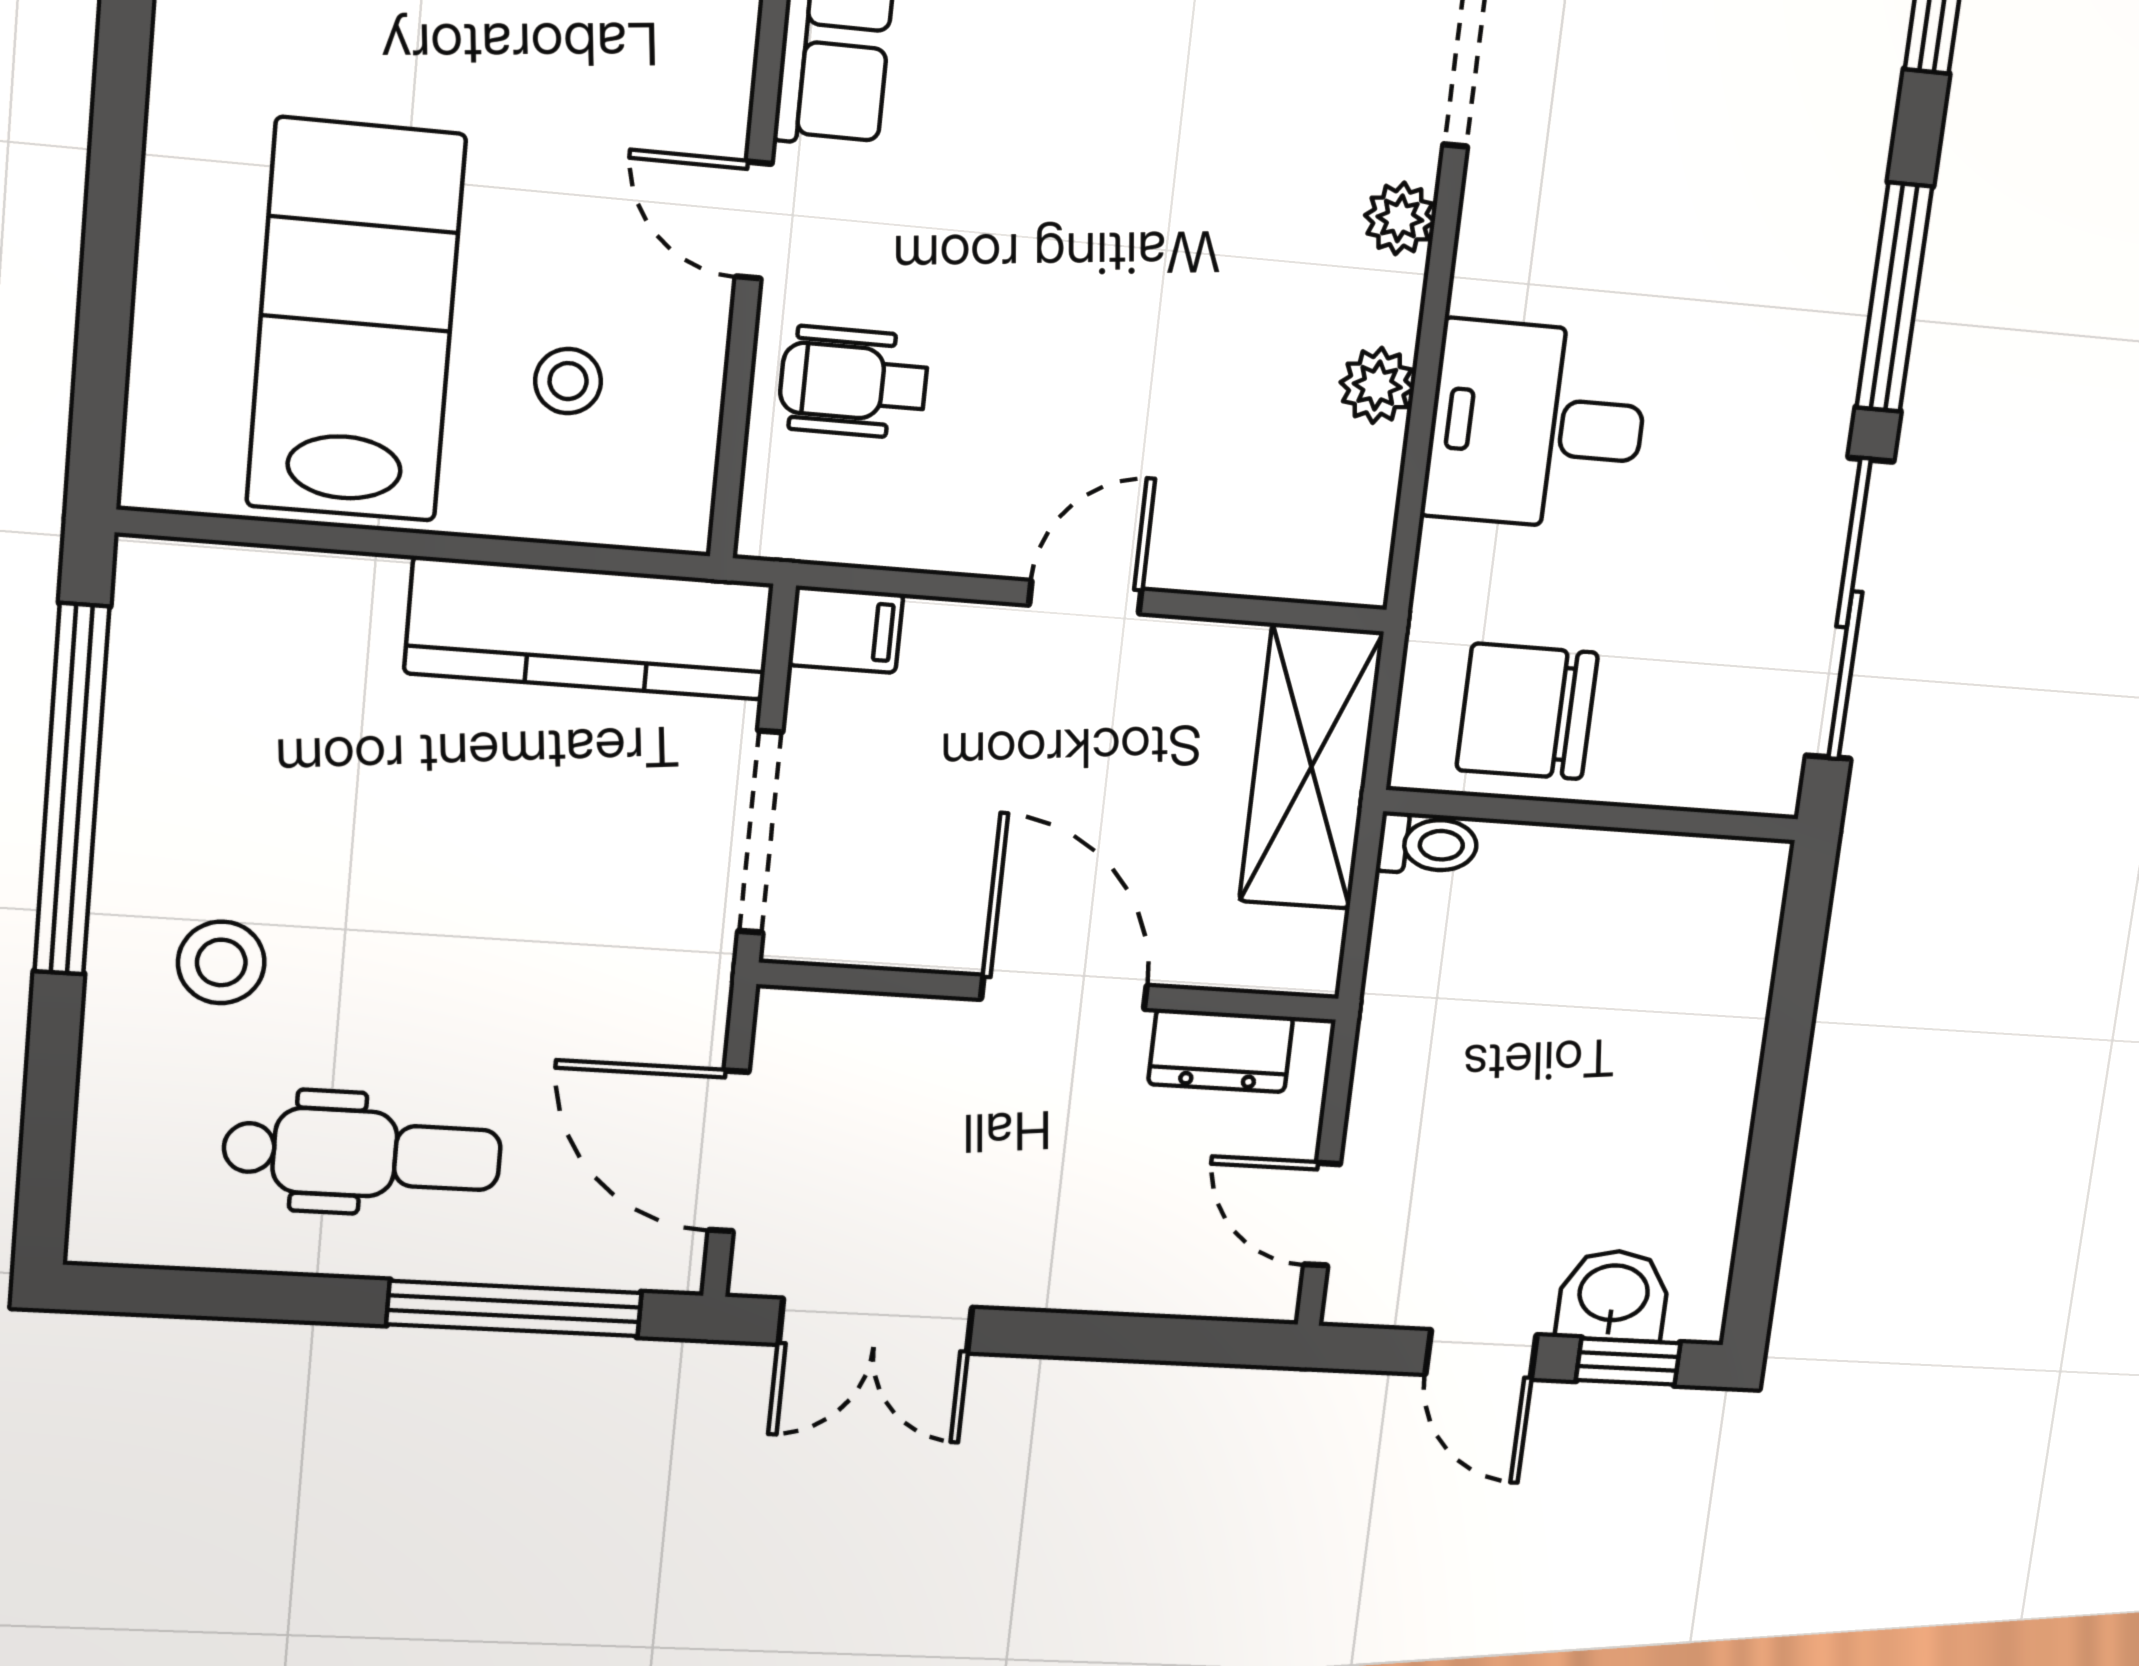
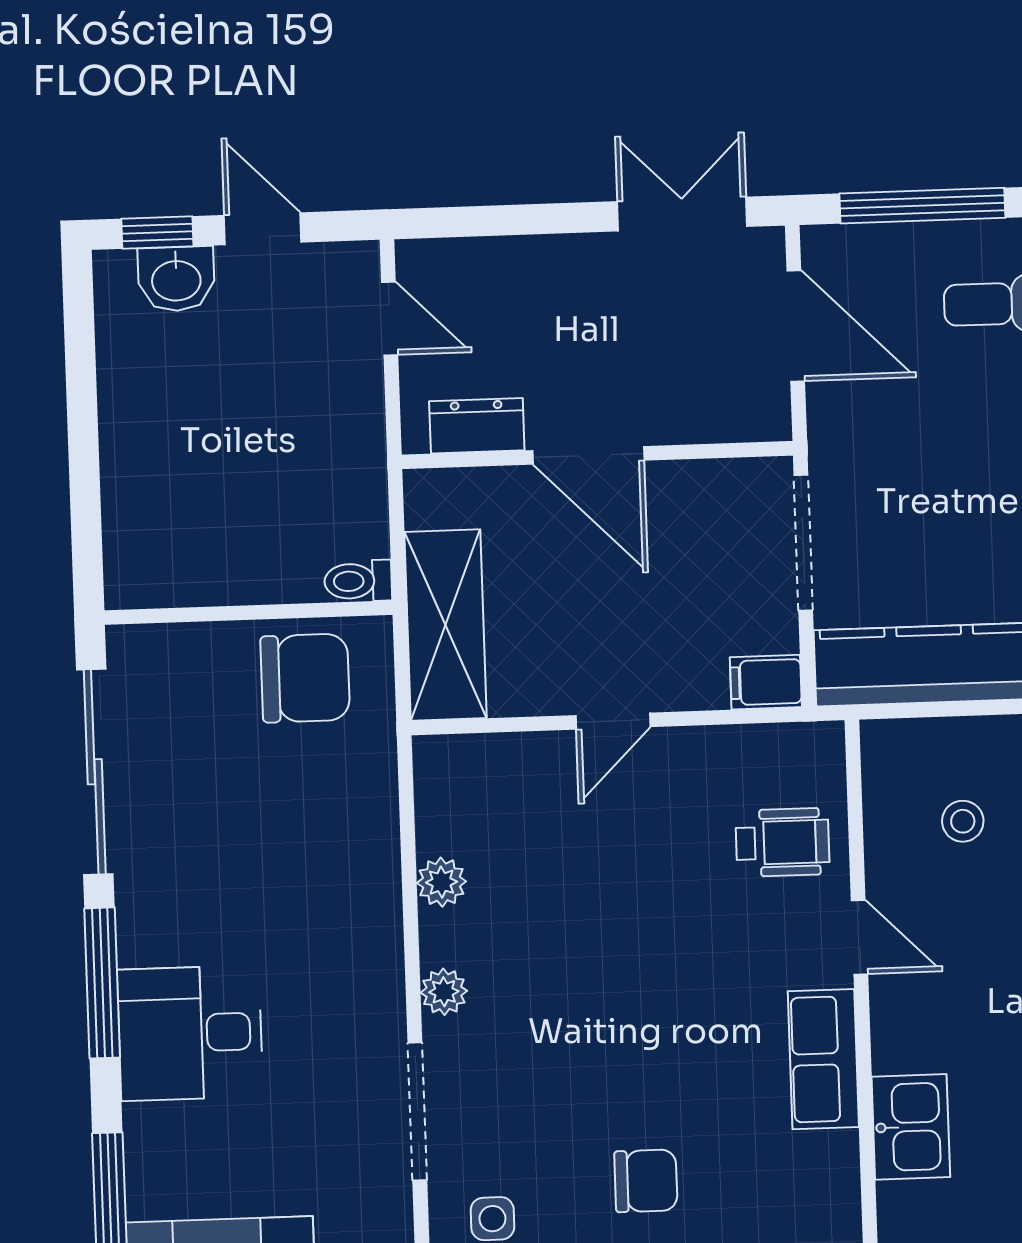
desk: (1537, 426) -> (190, 1033), moved, turned 180

